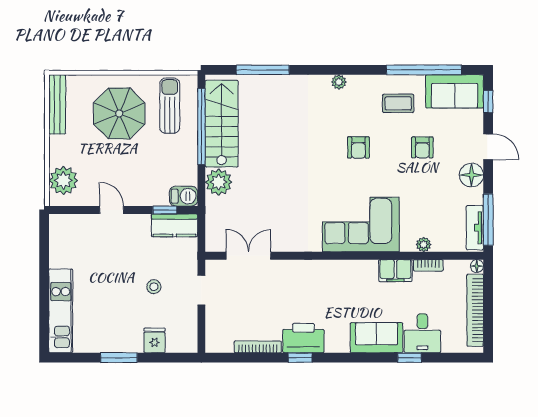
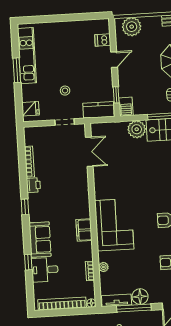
floor lamp: (471, 175) -> (140, 297), moved
window: (488, 220) -> (134, 308), moved
dishwasher: (81, 225) -> (103, 40), added
kitchen counter: (174, 225) -> (98, 110), moved, turned 90
filing cabinet: (395, 271) -> (84, 230), moved
kitchen unit: (61, 311) -> (27, 56), moved, turned -90
printer: (303, 338) -> (33, 185), width x0.53, depth x0.68
fridge: (154, 340) -> (31, 109), moved
window: (300, 358) -> (25, 207), moved

